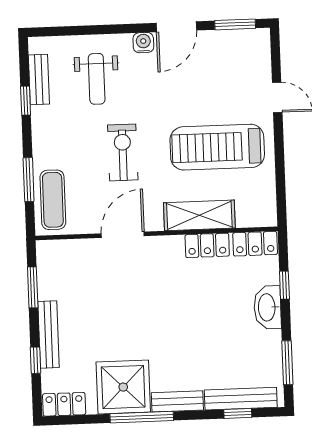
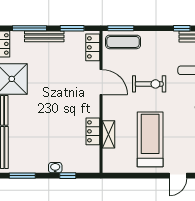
window: (29, 180) -> (121, 28), moved
shelving: (199, 215) -> (109, 134), width x0.67, depth x0.75
locker: (255, 244) -> (93, 47), moved
washbasin: (267, 307) -> (55, 168), width x0.52, depth x0.69
window: (36, 360) -> (29, 28), width x2.17

